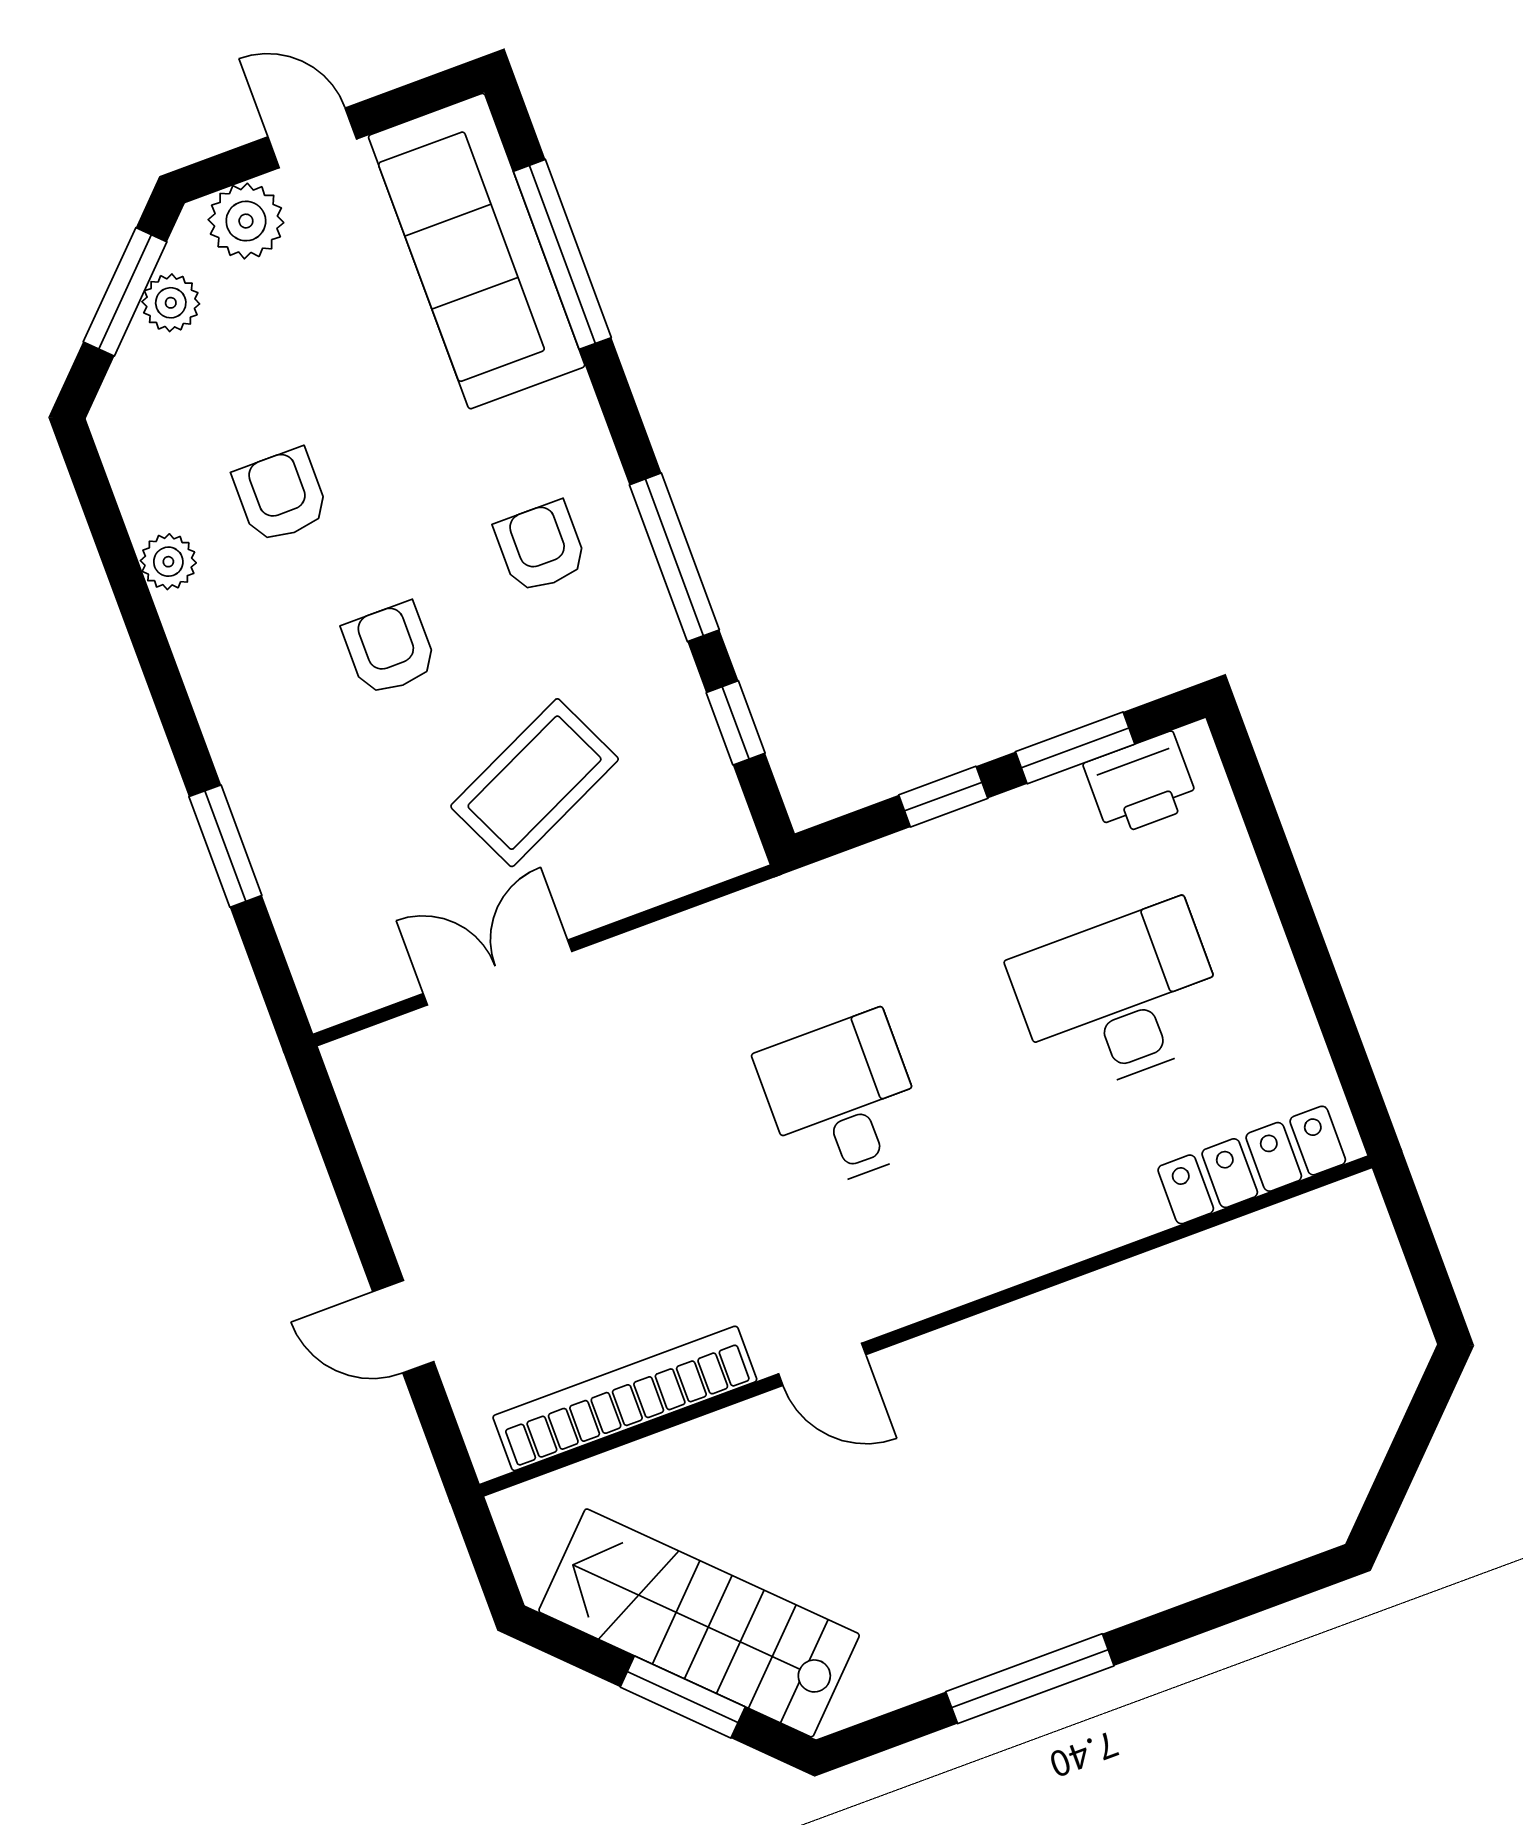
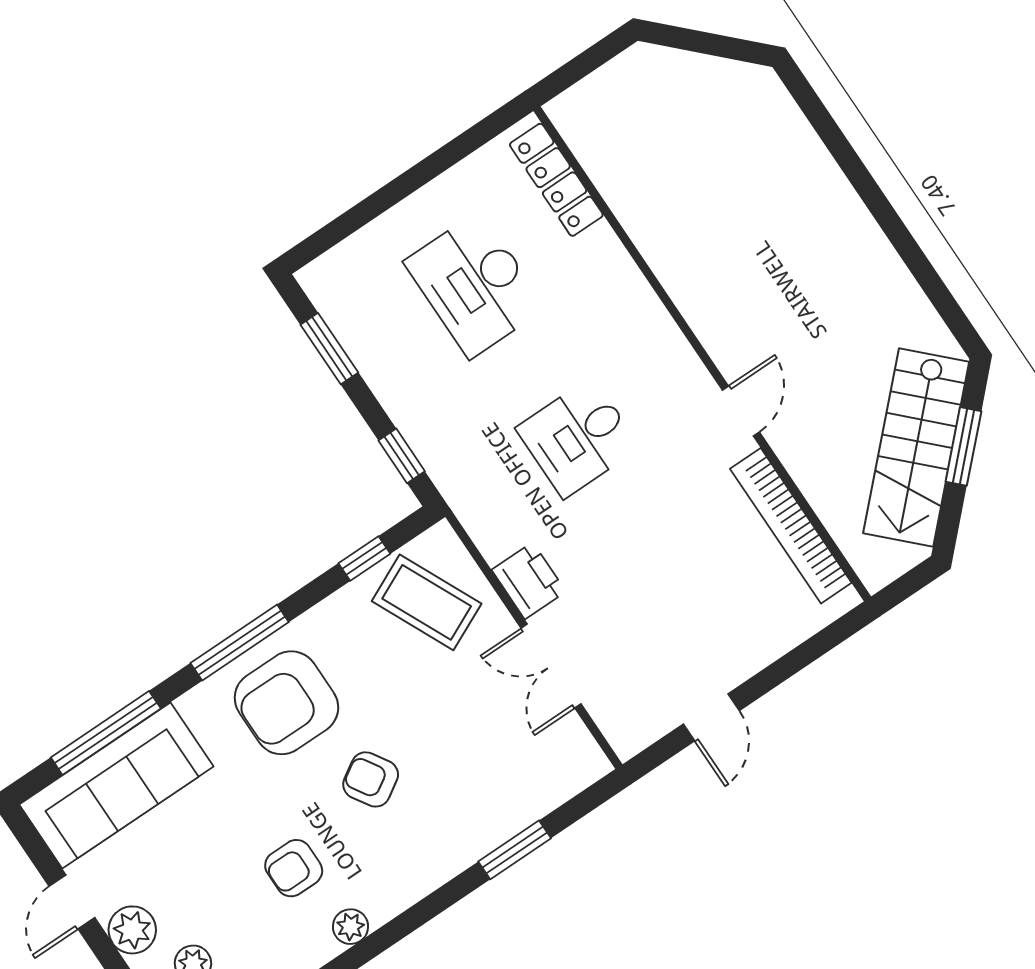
armchair: (541, 547) -> (286, 703), width x1.88, depth x1.88
window: (674, 557) -> (240, 643), moved
armchair: (390, 649) -> (371, 779), turned 58
coffee table: (535, 783) -> (427, 602), moved
printer: (1141, 784) -> (529, 581), moved
window: (943, 797) -> (402, 456), moved
door: (403, 1327) -> (711, 717), moved
window: (1030, 1679) -> (901, 238), removed

